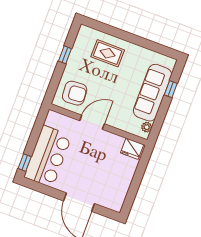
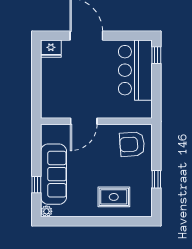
door: (92, 122) -> (84, 121), moved
plant: (147, 127) -> (46, 211), moved
fridge: (132, 149) -> (51, 49), moved, turned 180

